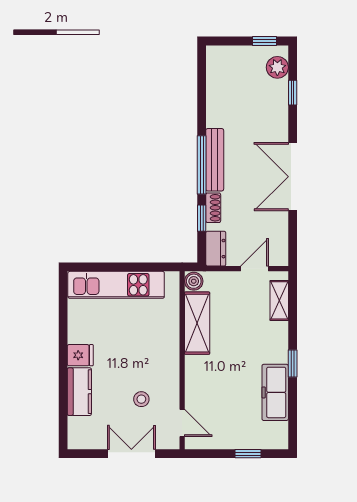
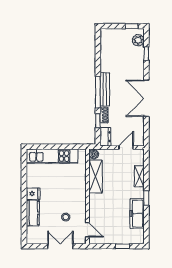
shelving: (279, 300) -> (139, 176), moved

